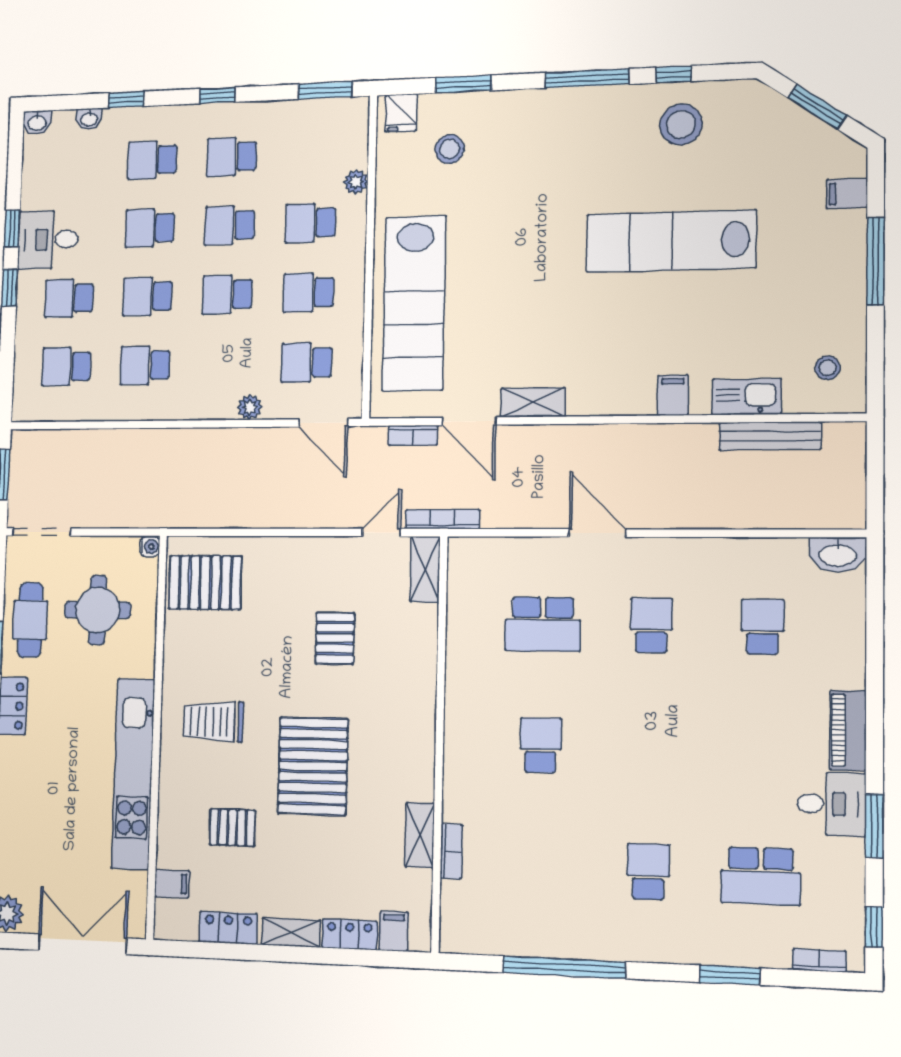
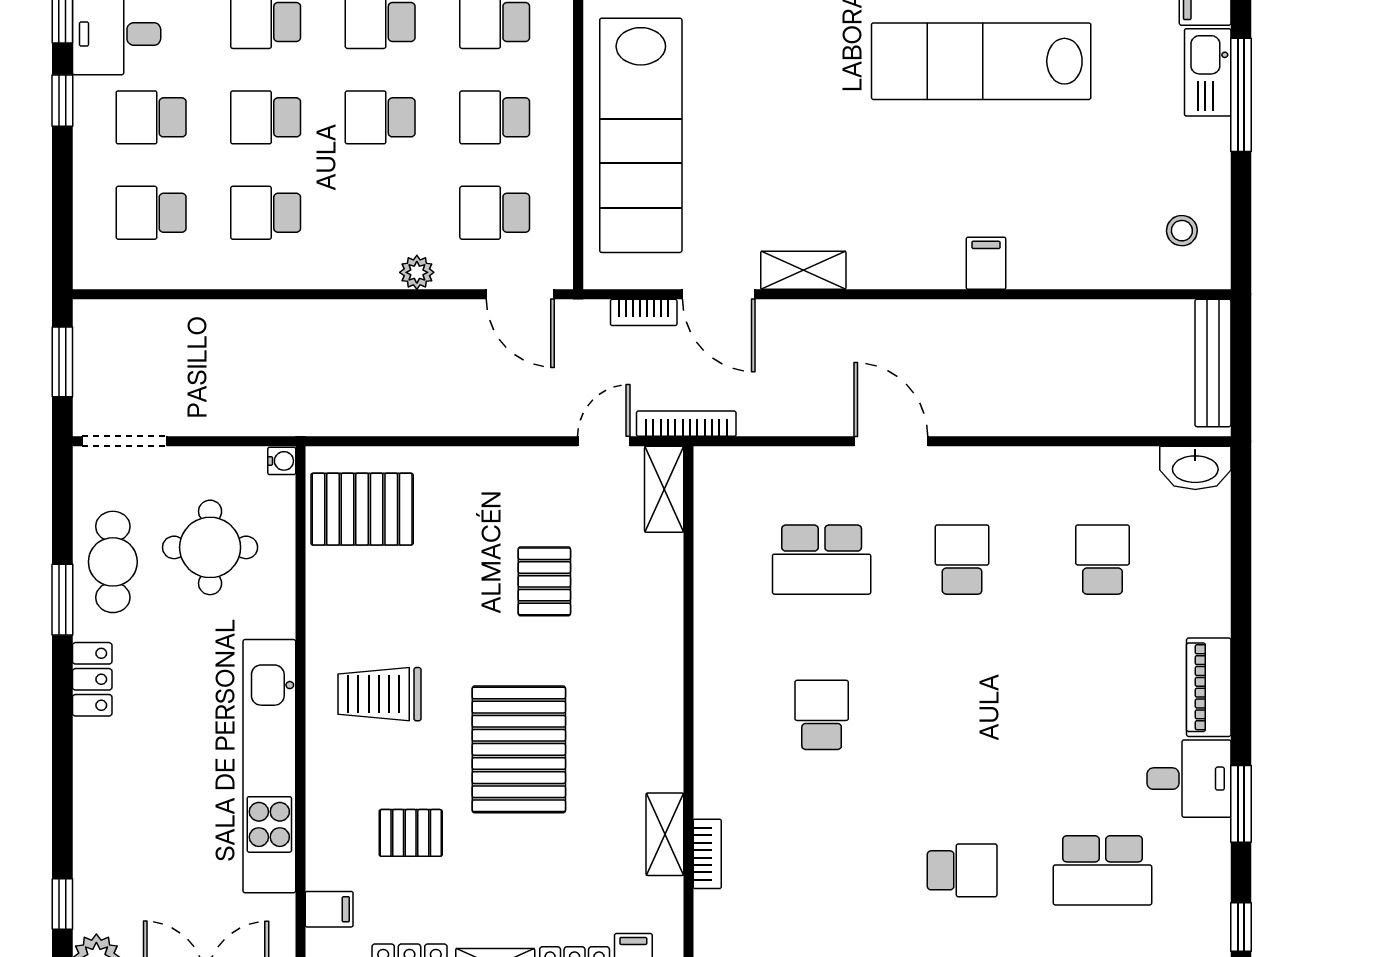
kitchen sink: (747, 397) -> (1208, 72), moved, turned -90
bench: (770, 436) -> (1213, 363), moved, turned 90
school desk: (648, 872) -> (962, 870), turned 90

